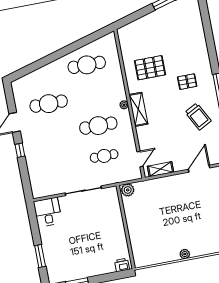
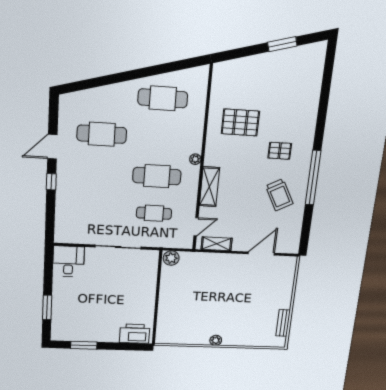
shelving: (138, 109) -> (209, 187), moved
printer: (122, 265) -> (135, 334), width x1.87, depth x1.48

